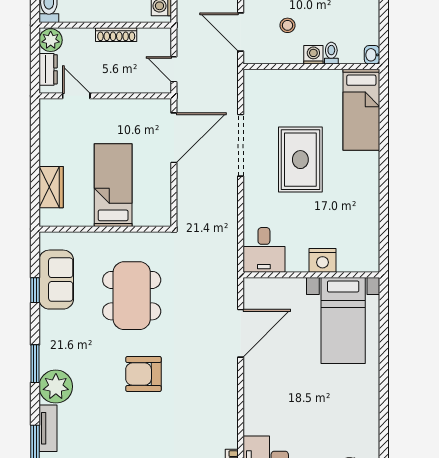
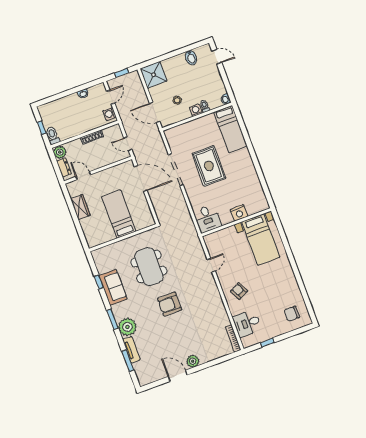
door: (174, 138) -> (141, 179), hinge flipped
wardrobe: (51, 187) -> (80, 207), moved
sofa: (56, 280) -> (113, 287), moved
door: (241, 333) -> (211, 265), width x0.53
armchair: (272, 396) -> (239, 291), added

